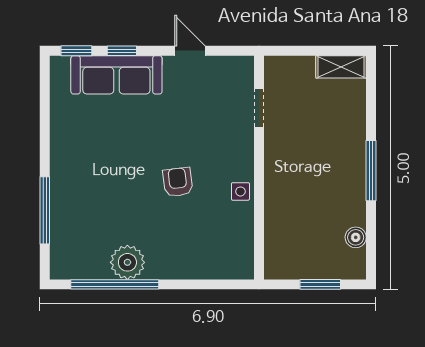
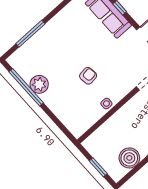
boiler: (356, 237) -> (129, 158), width x1.86, depth x1.86

